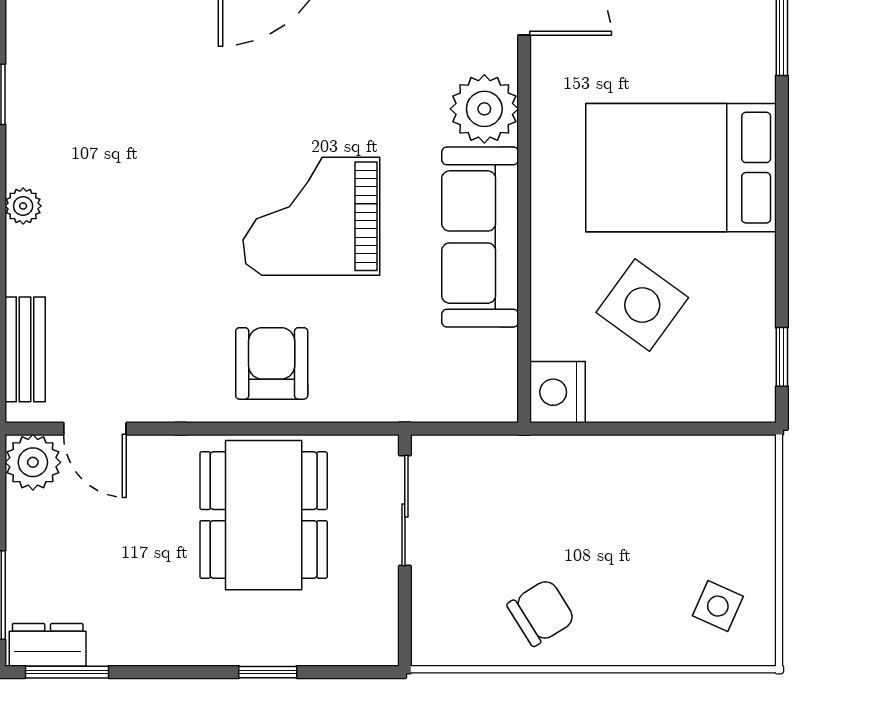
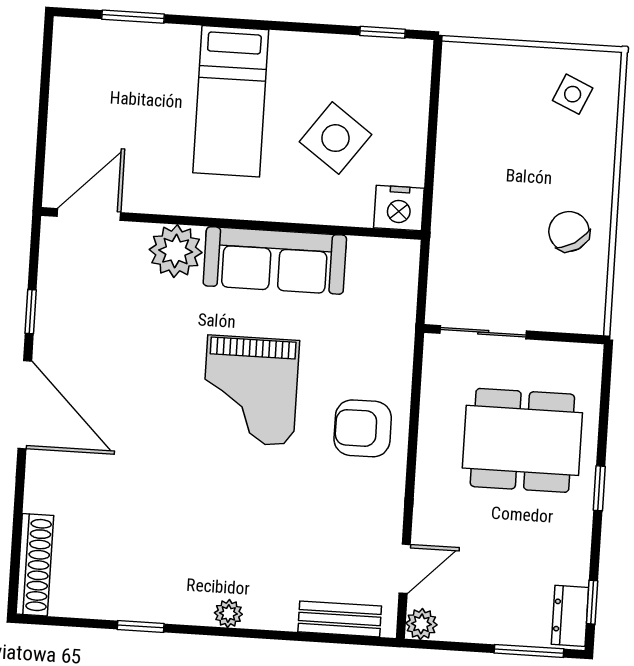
bed: (681, 168) -> (231, 101), width x0.67
plant: (33, 462) -> (421, 624), width x0.73, depth x0.73
dining table: (264, 515) -> (522, 440), moved
window: (67, 672) -> (592, 602), width x0.67
window: (268, 672) -> (599, 488), moved

